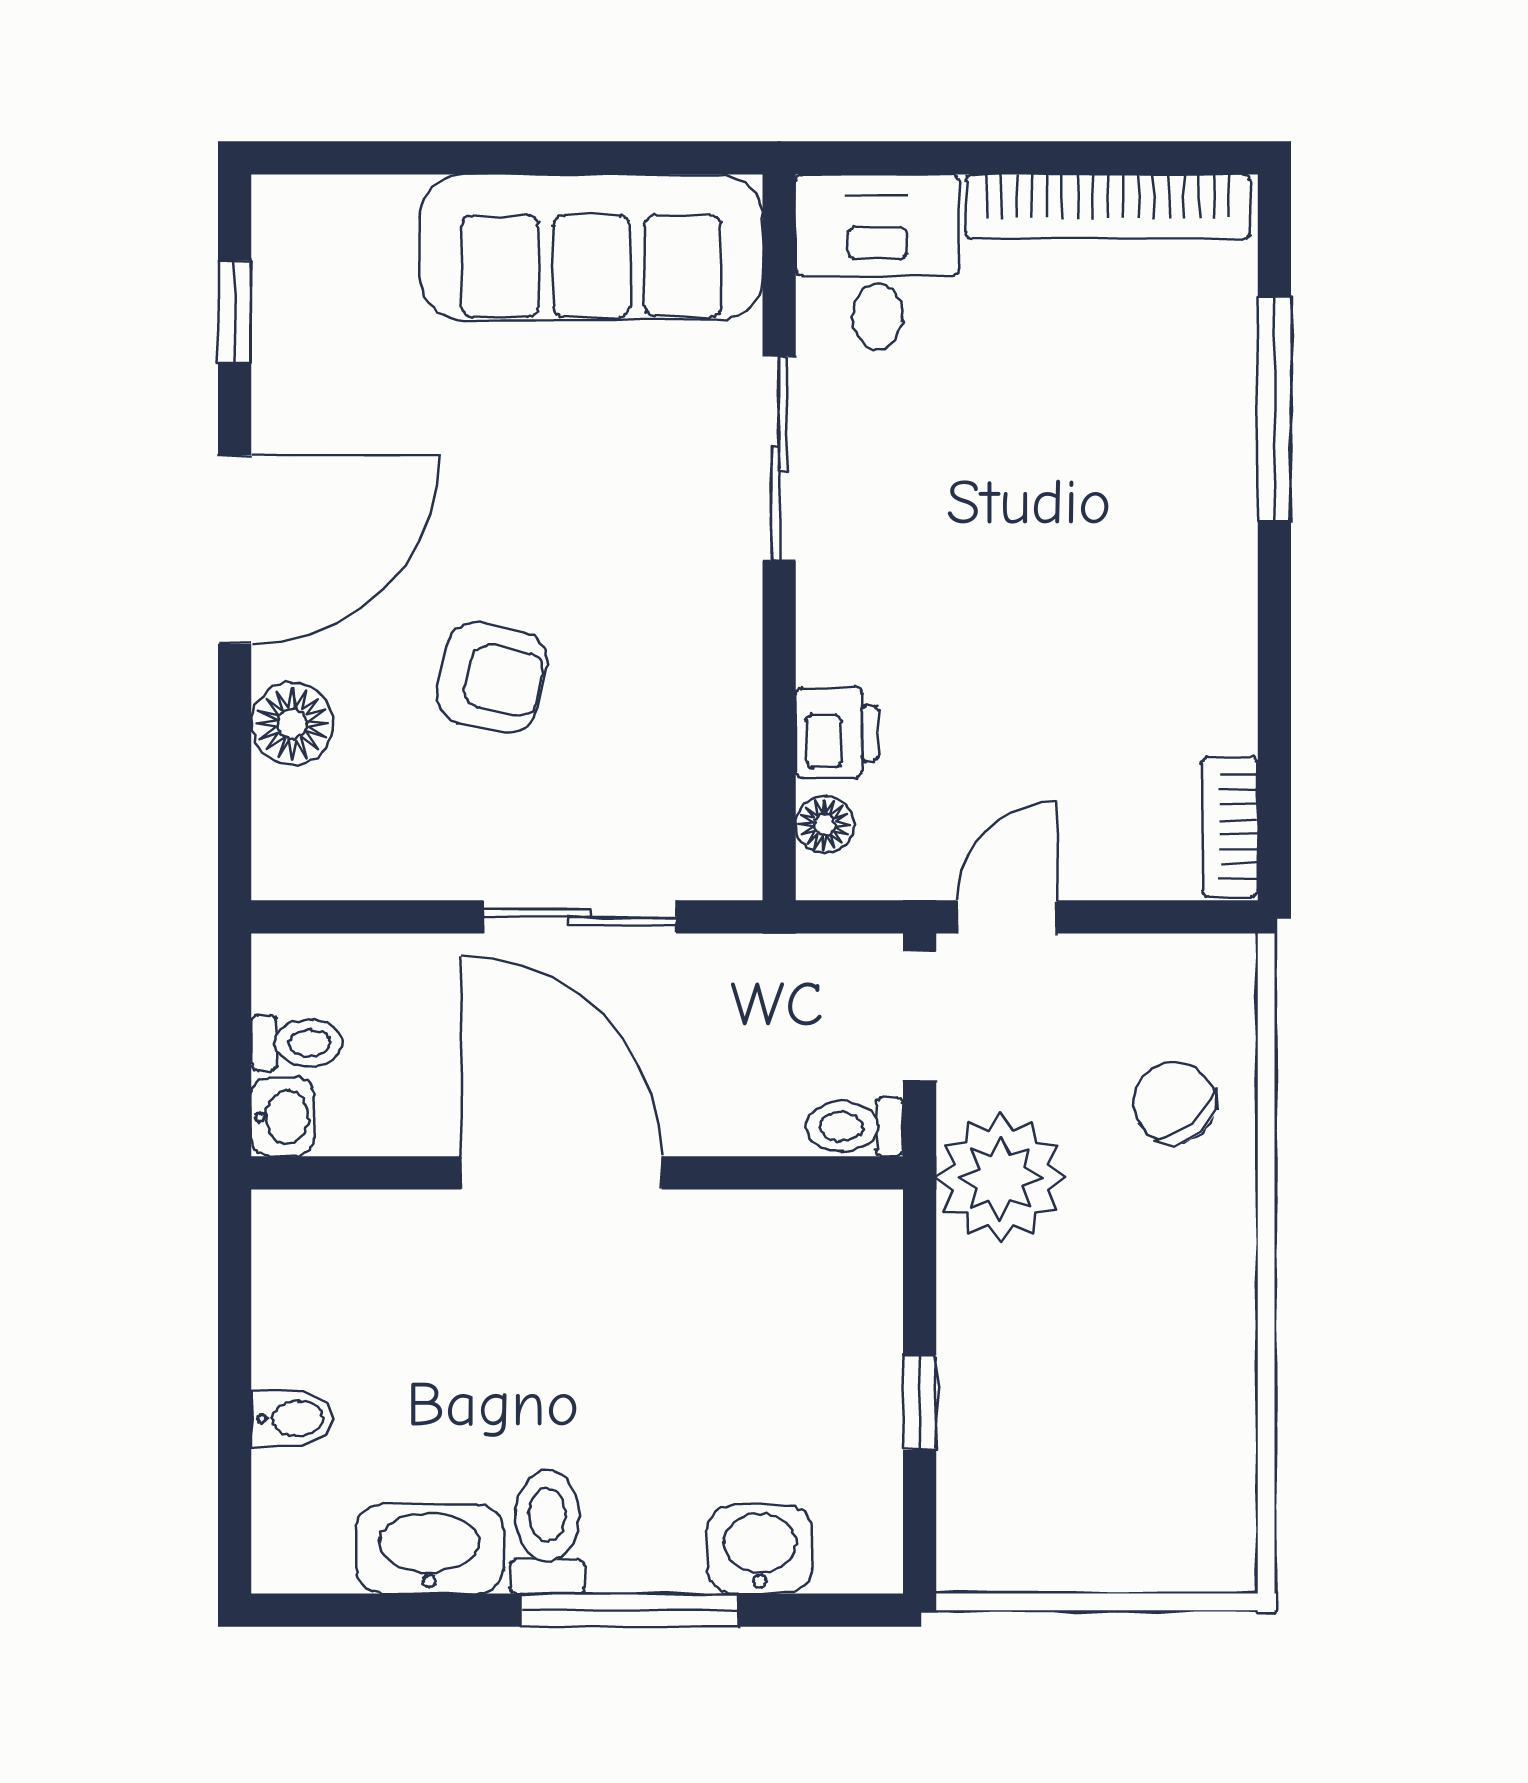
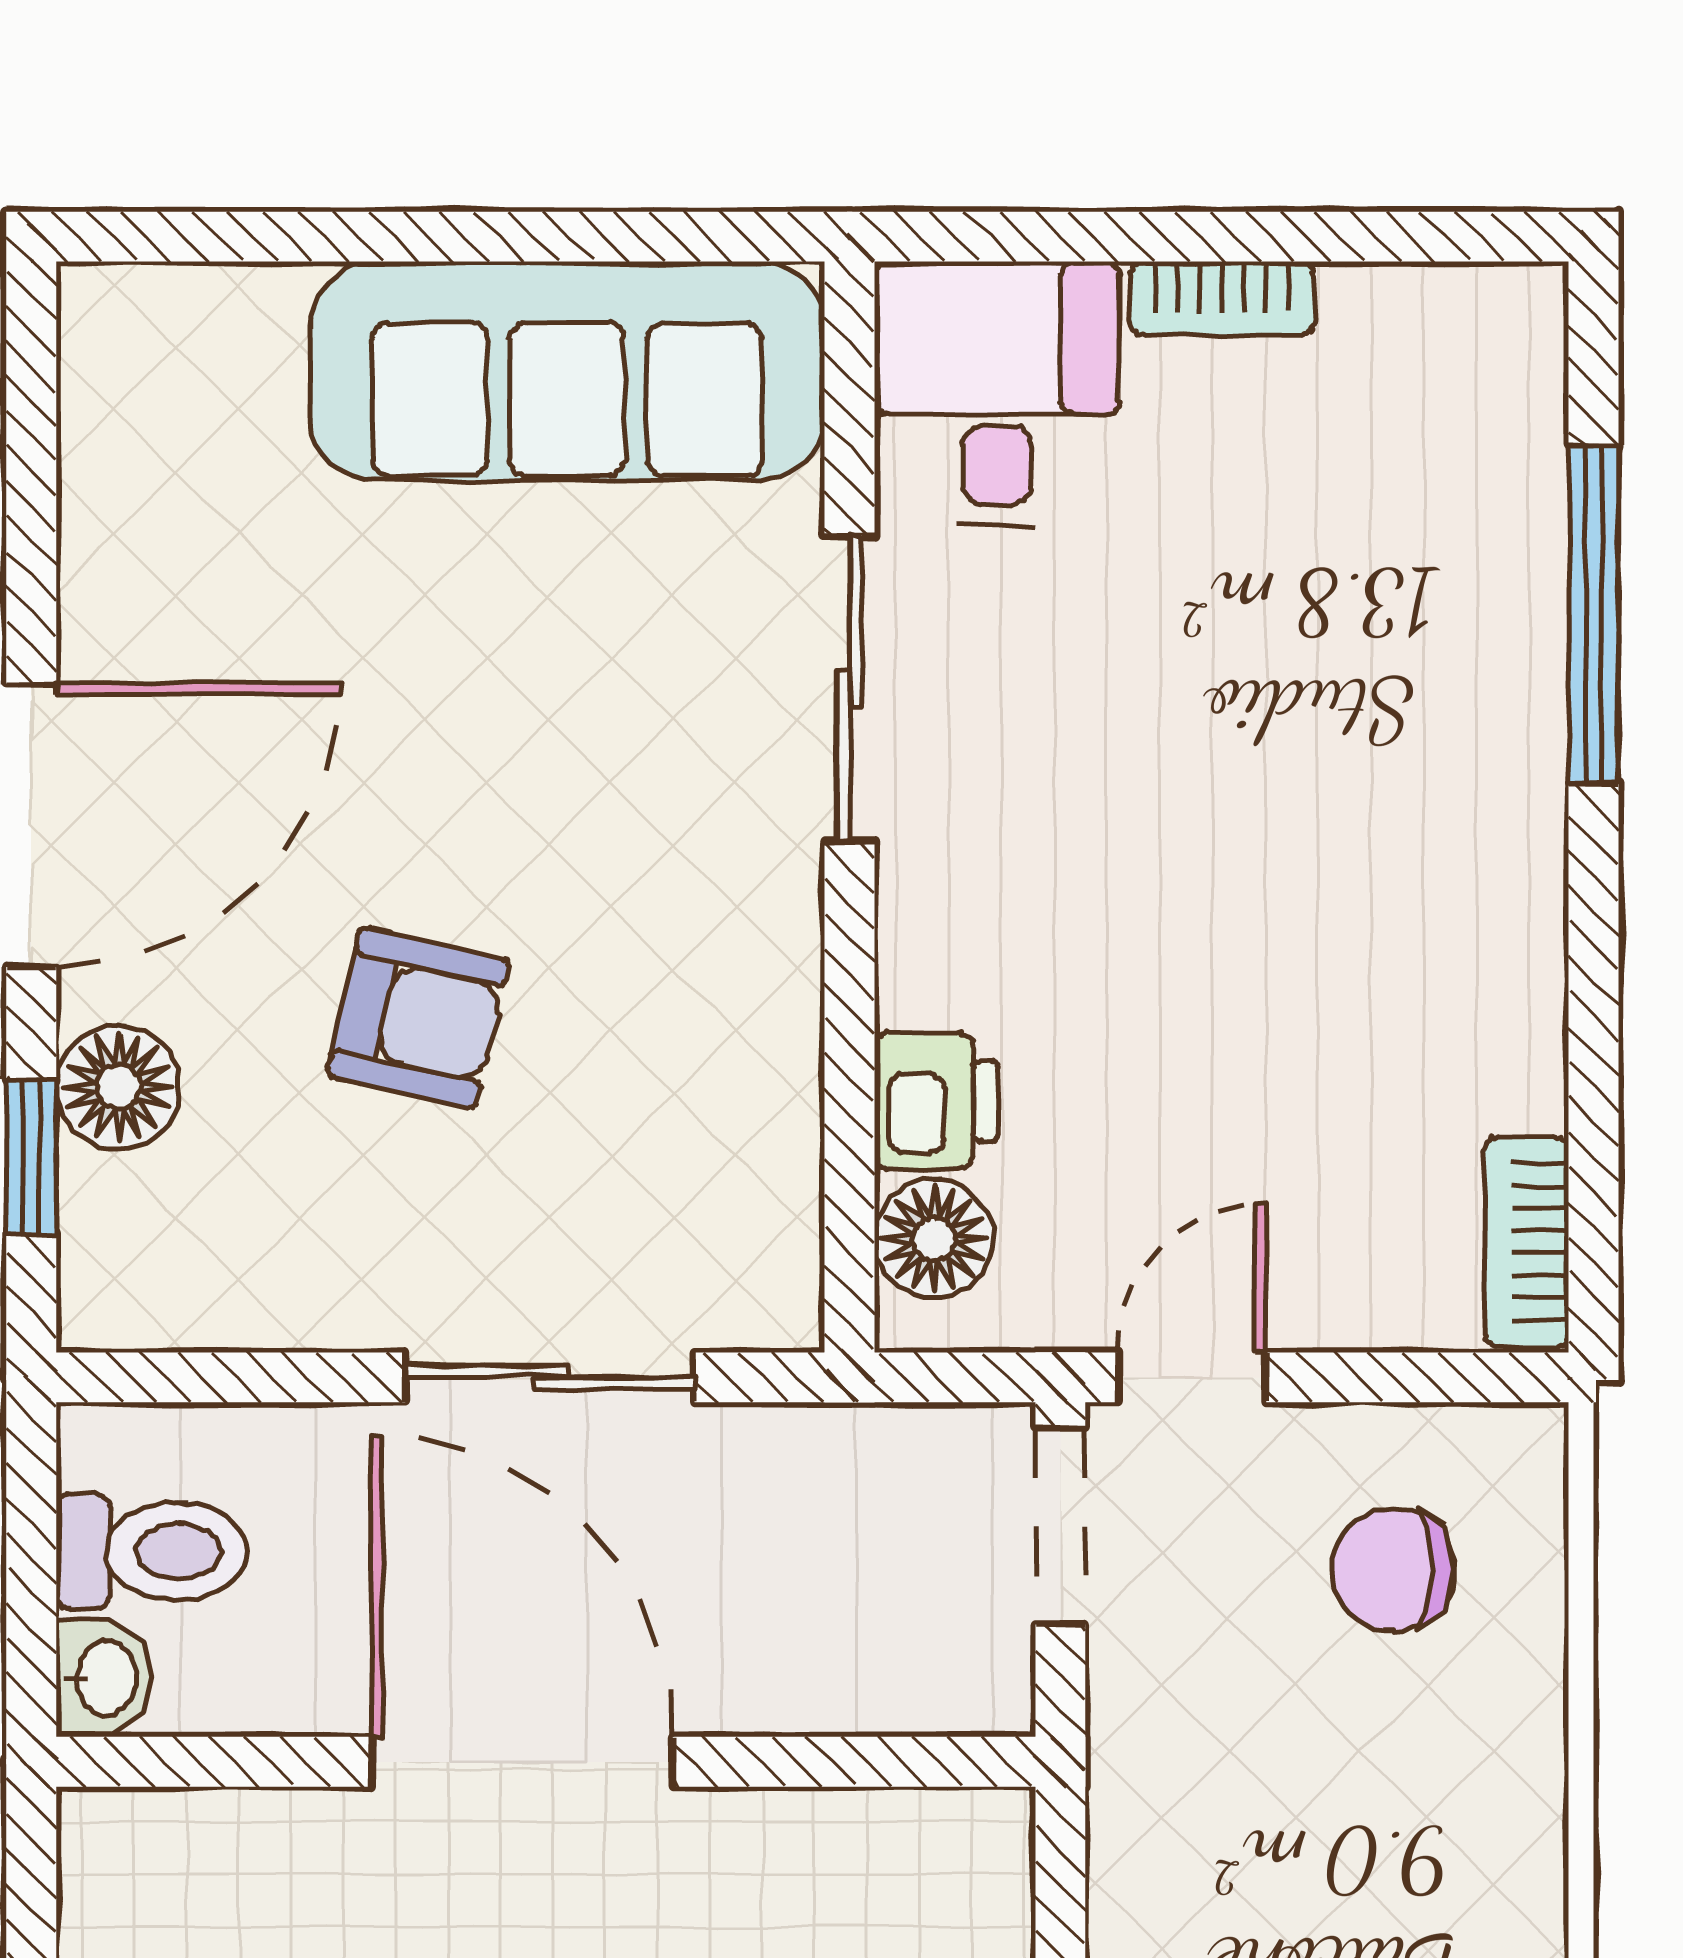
bookcase: (1108, 207) -> (1222, 298), width x0.43, depth x0.76
window: (235, 312) -> (31, 1157), moved
floor lamp: (825, 825) -> (934, 1239), width x1.37, depth x1.37
toilet: (297, 1043) -> (152, 1551), width x1.37, depth x1.39
chair: (1174, 1102) -> (1393, 1570), moved, turned -49
toilet: (855, 1127) -> (963, 1692), removed
plant: (1001, 1178) -> (1182, 1769), removed

